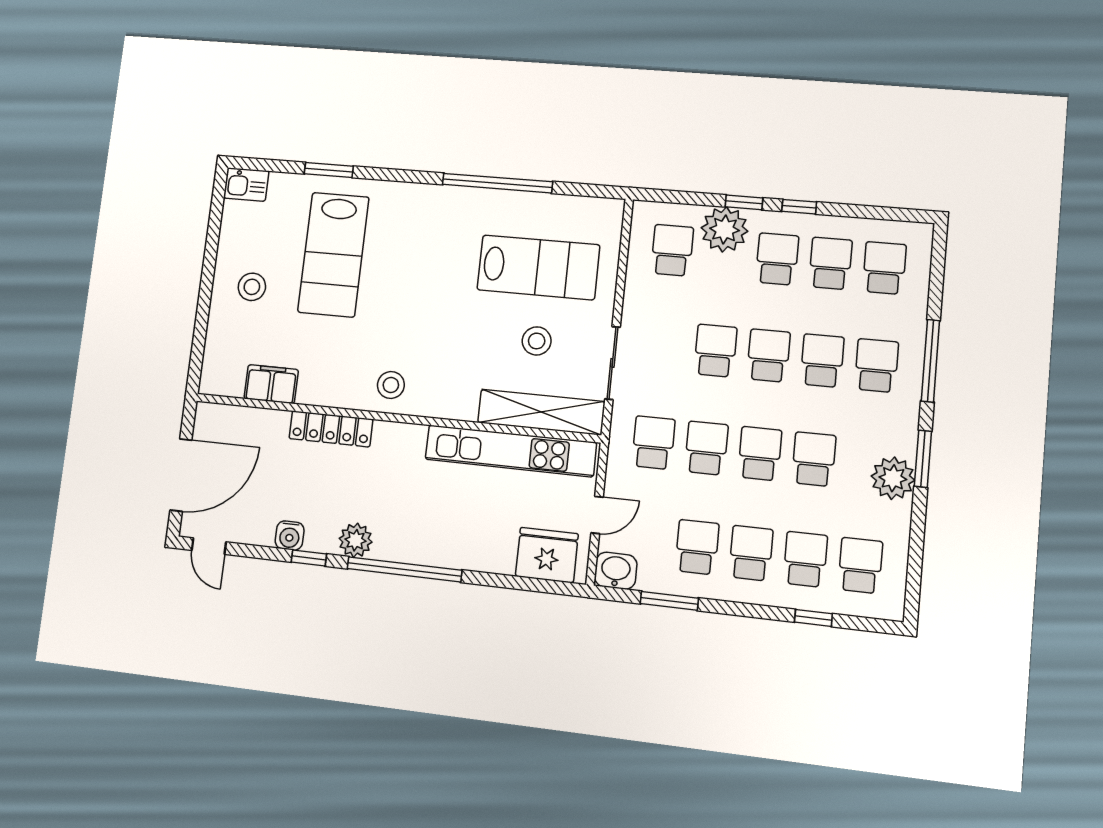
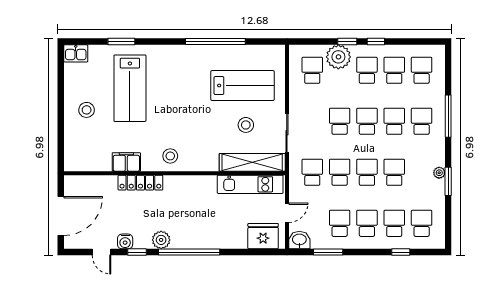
filing cabinet: (271, 384) -> (126, 162), moved
kitchen unit: (510, 451) -> (250, 184), width x0.73
window: (923, 459) -> (448, 181), moved
plant: (893, 478) -> (439, 173), width x0.53, depth x0.53
door: (209, 546) -> (102, 252), moved

